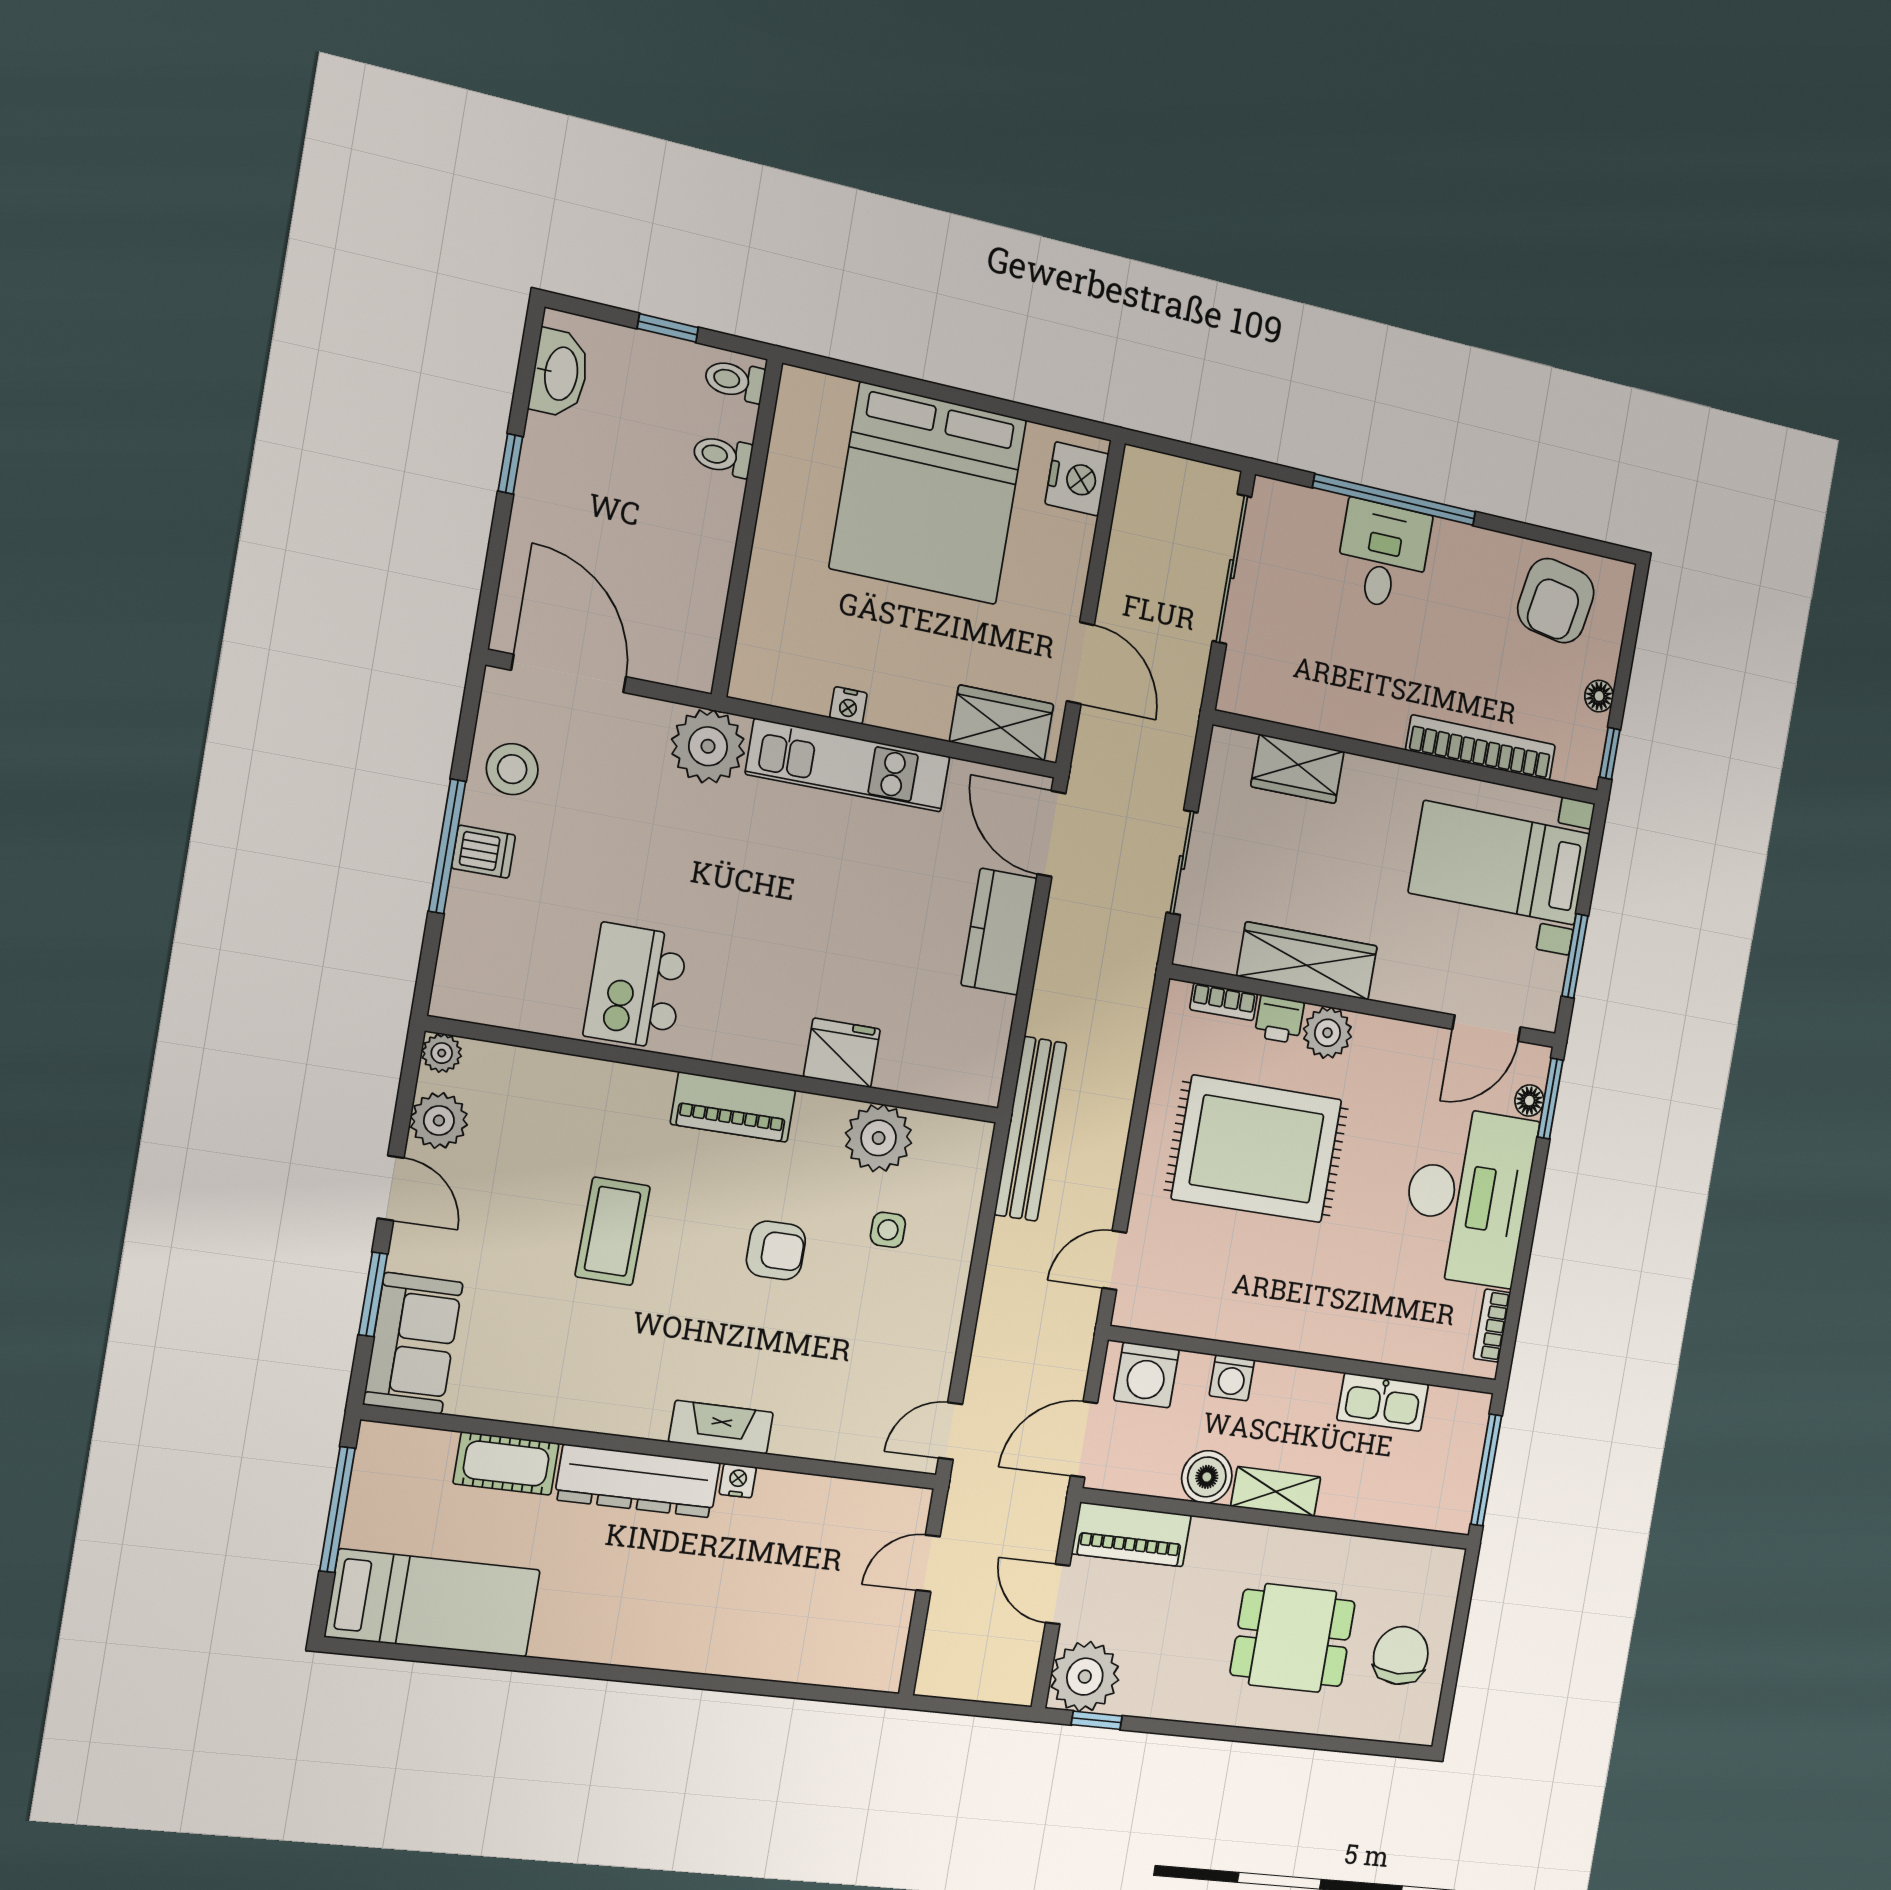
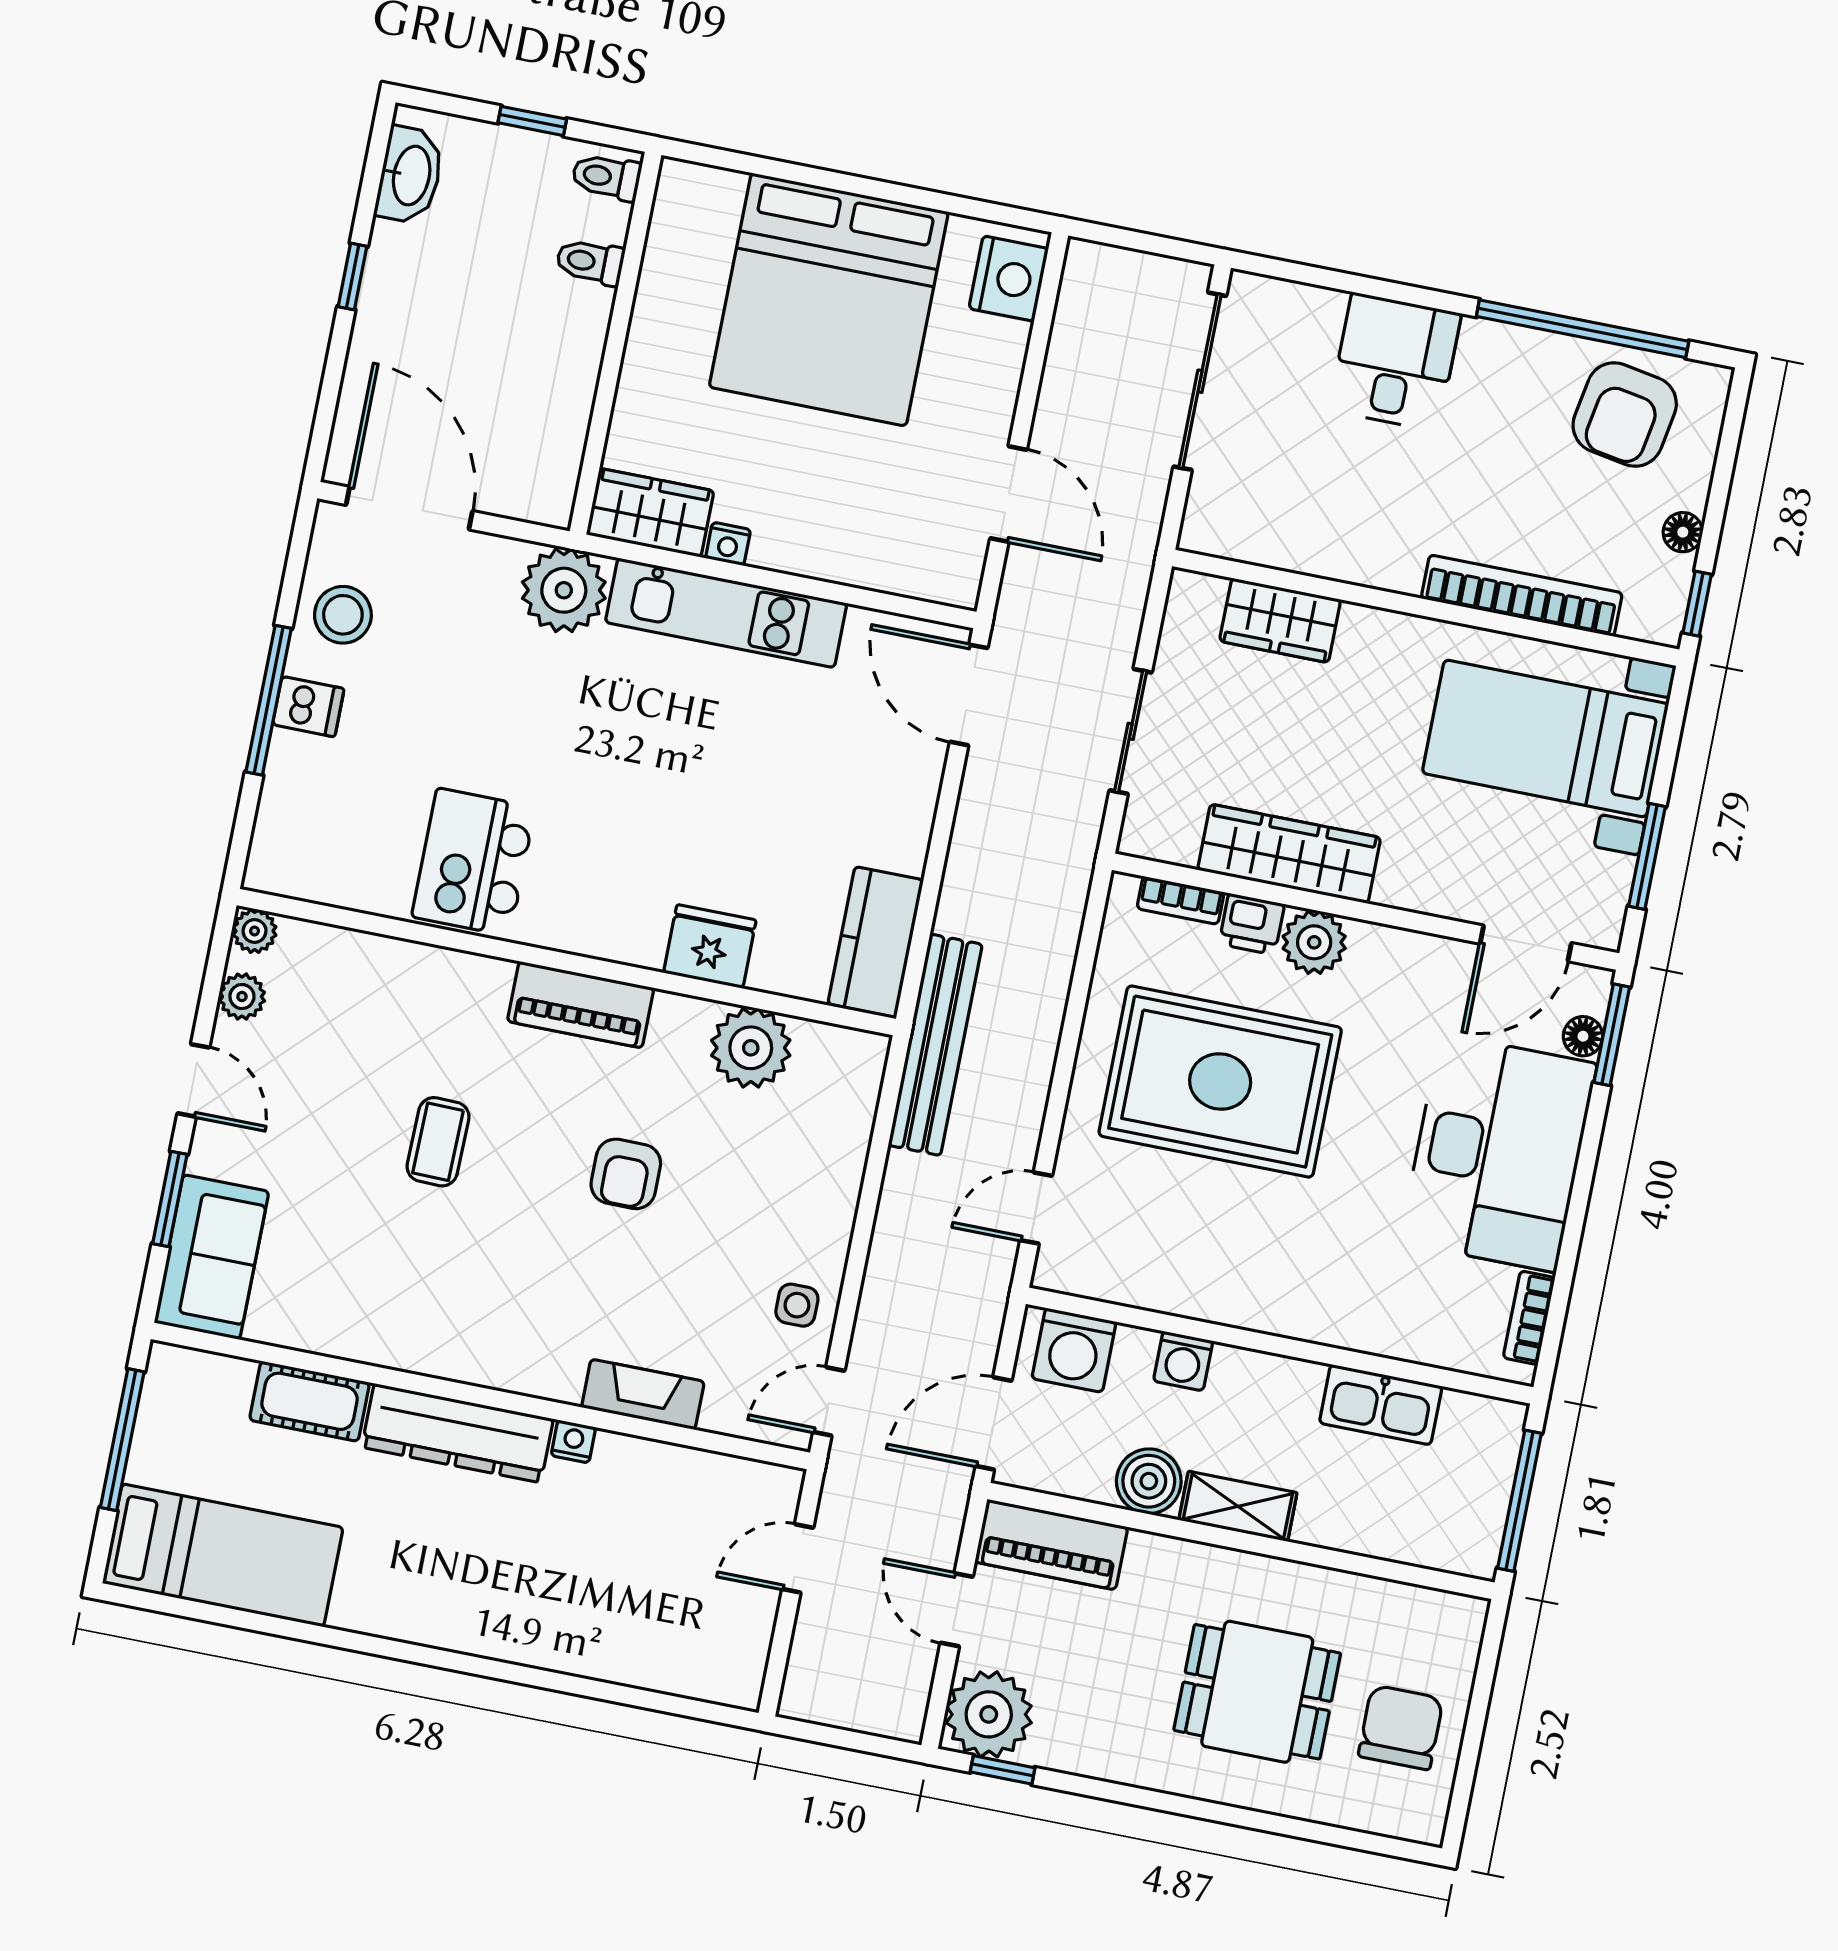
window: (1394, 500) -> (1583, 329), moved
wardrobe: (1002, 723) -> (650, 513), moved
kitchen counter: (999, 932) -> (876, 942), moved
plant: (439, 1121) -> (242, 997), width x0.73, depth x0.73
side table: (888, 1230) -> (797, 1305), moved
coffee table: (613, 1231) -> (438, 1142), width x0.73, depth x0.77
armchair: (776, 1250) -> (626, 1174), turned 90
fireplace: (721, 1427) -> (643, 1394), moved

